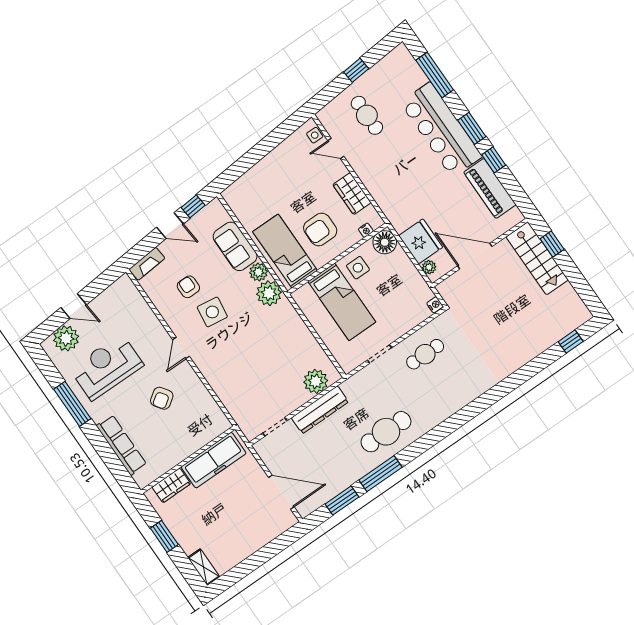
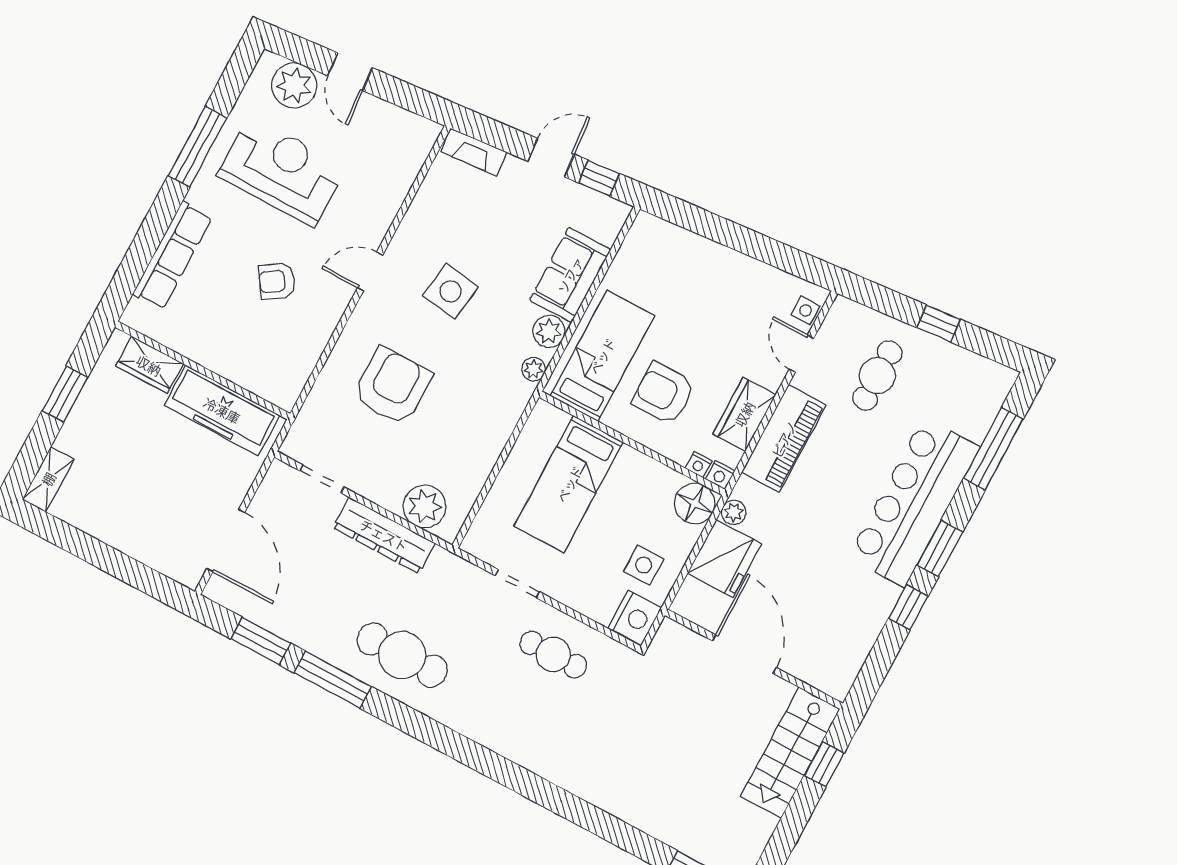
piano: (490, 188) -> (784, 439), moved, turned 180
nightstand: (377, 222) -> (720, 475), added
door: (170, 226) -> (551, 158), swing flipped
plant: (429, 267) -> (734, 512), moved
side table: (358, 268) -> (644, 565), moved
armchair: (188, 287) -> (392, 386), moved, width x1.88, depth x1.88
plant: (269, 293) -> (533, 369), width x0.53, depth x0.53
nightstand: (435, 305) -> (635, 618), width x1.89, depth x1.79

